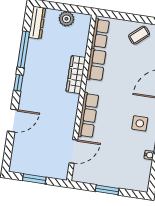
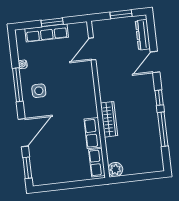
plant: (66, 19) -> (115, 169), moved
dresser: (37, 23) -> (143, 35), moved
coffee table: (139, 35) -> (61, 171), removed
row of seats: (88, 115) -> (47, 33), moved, turned -90

